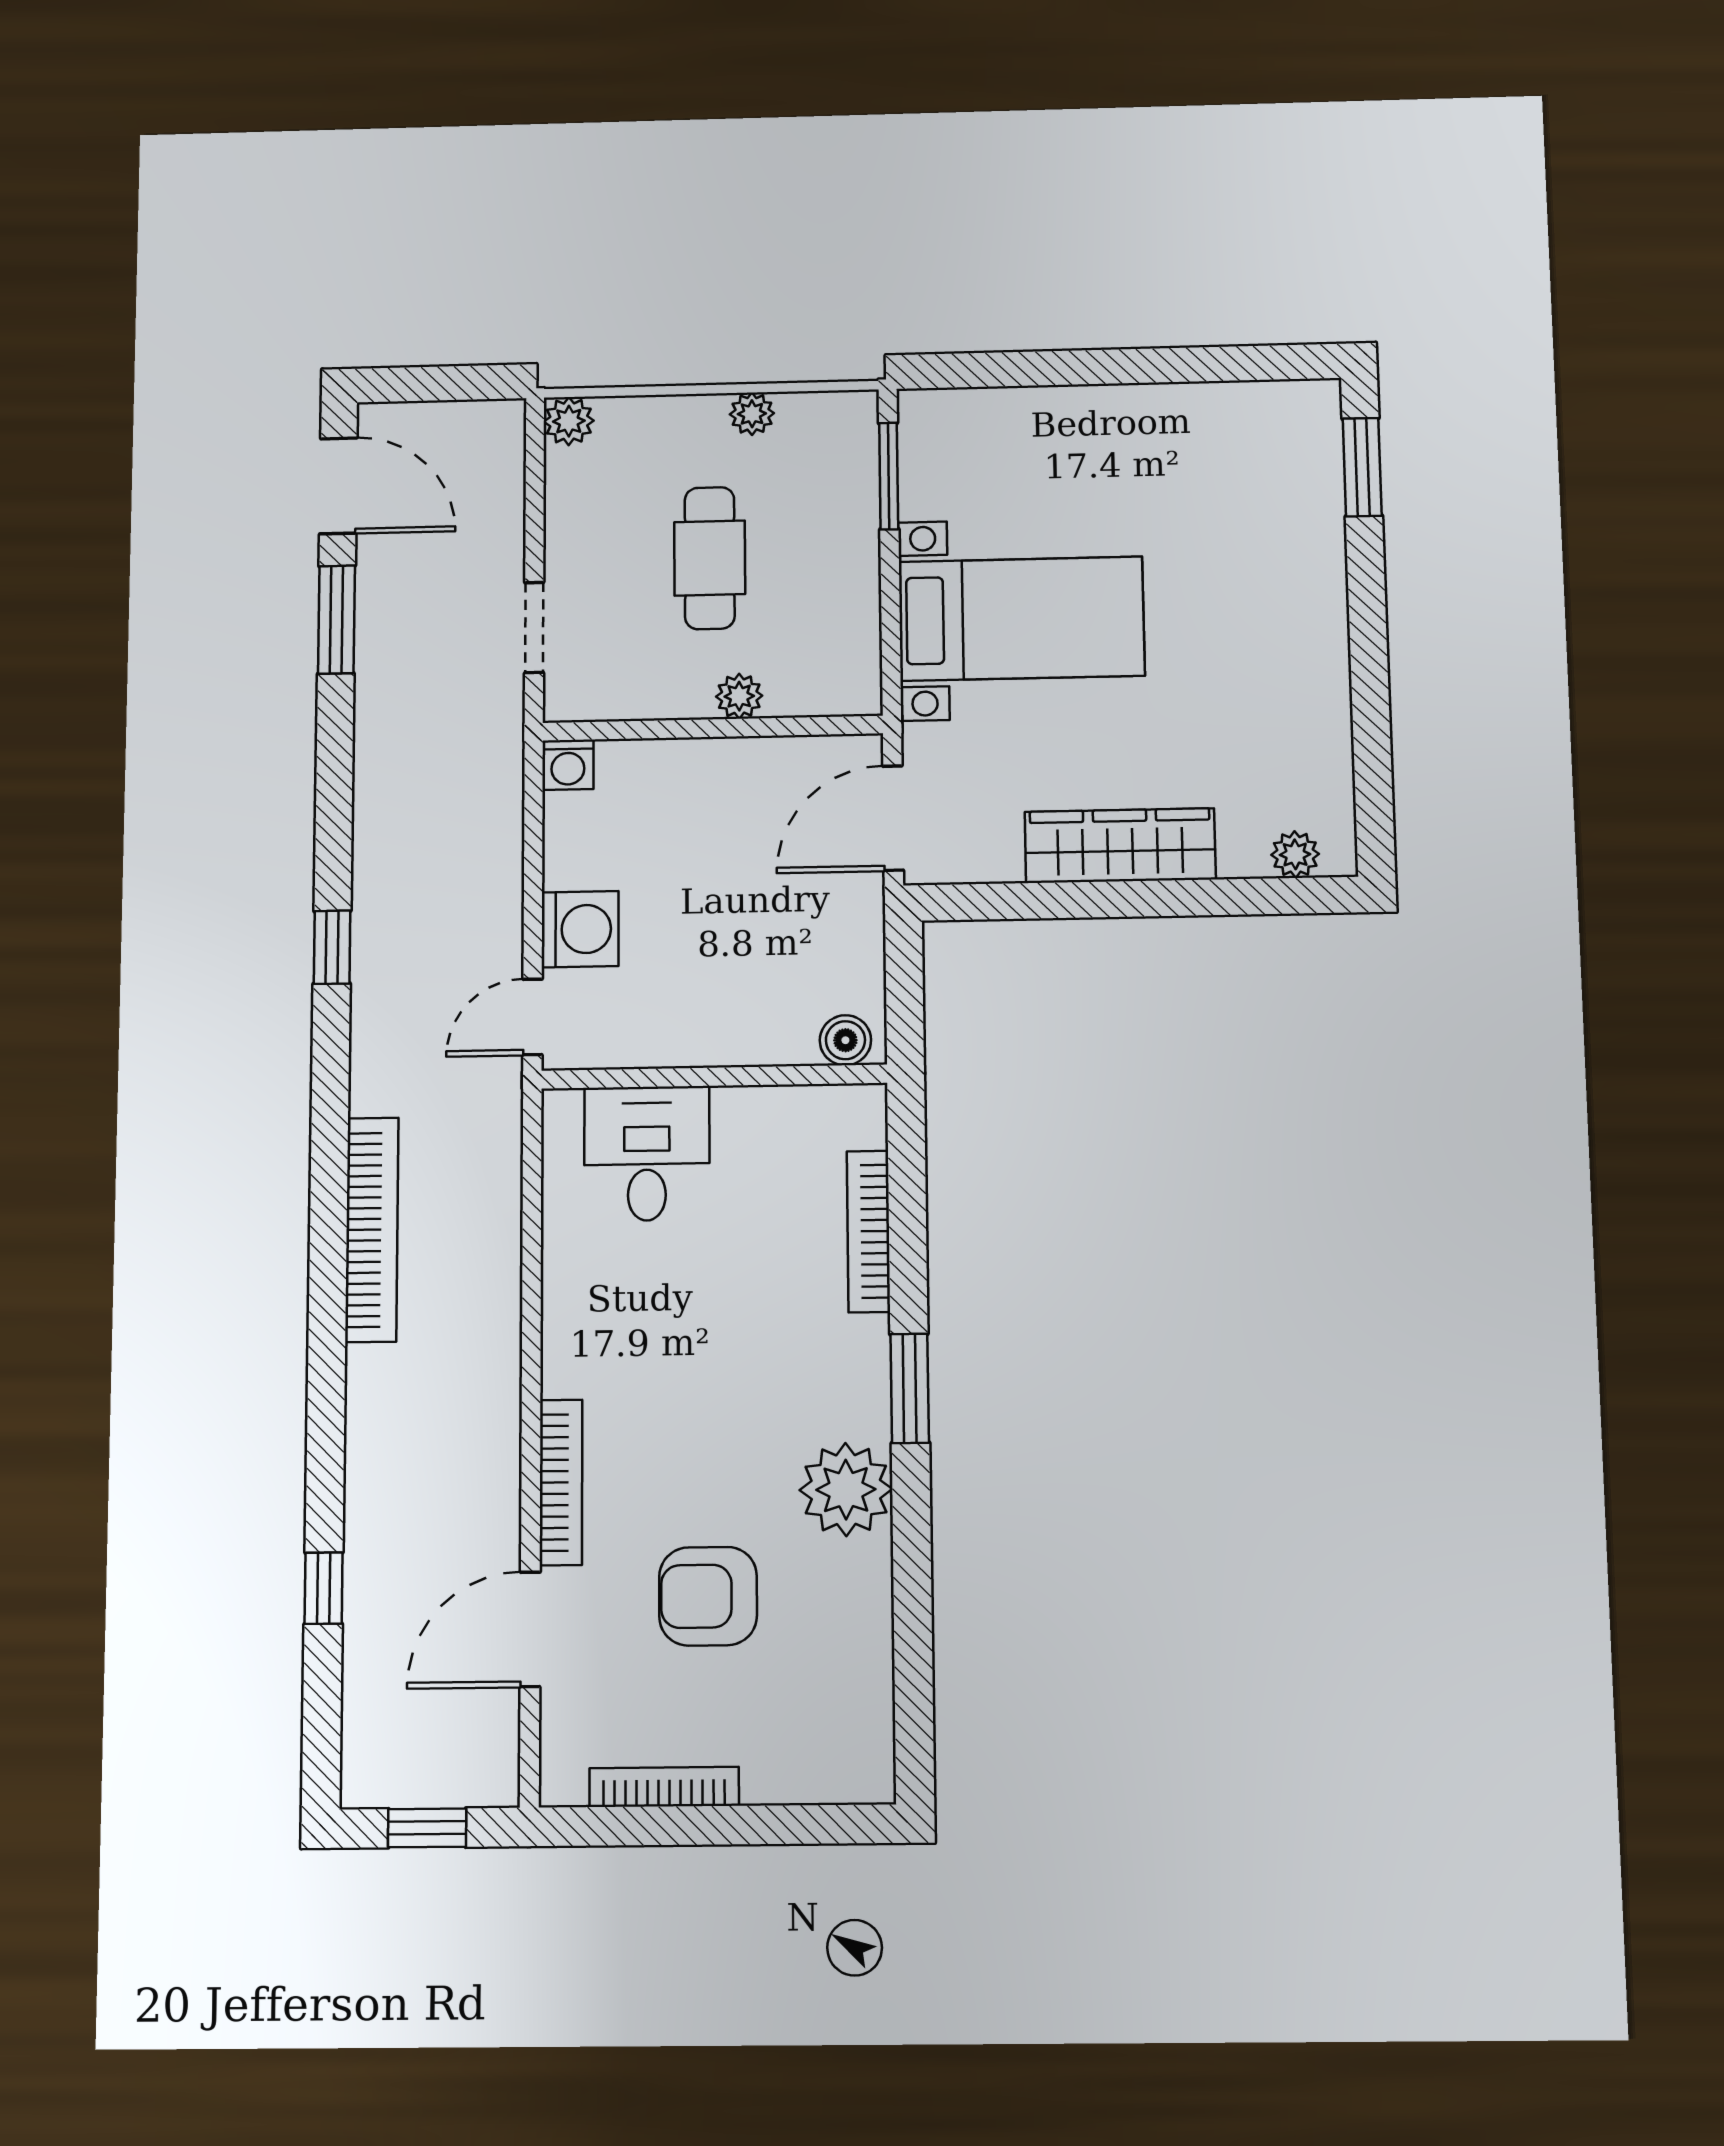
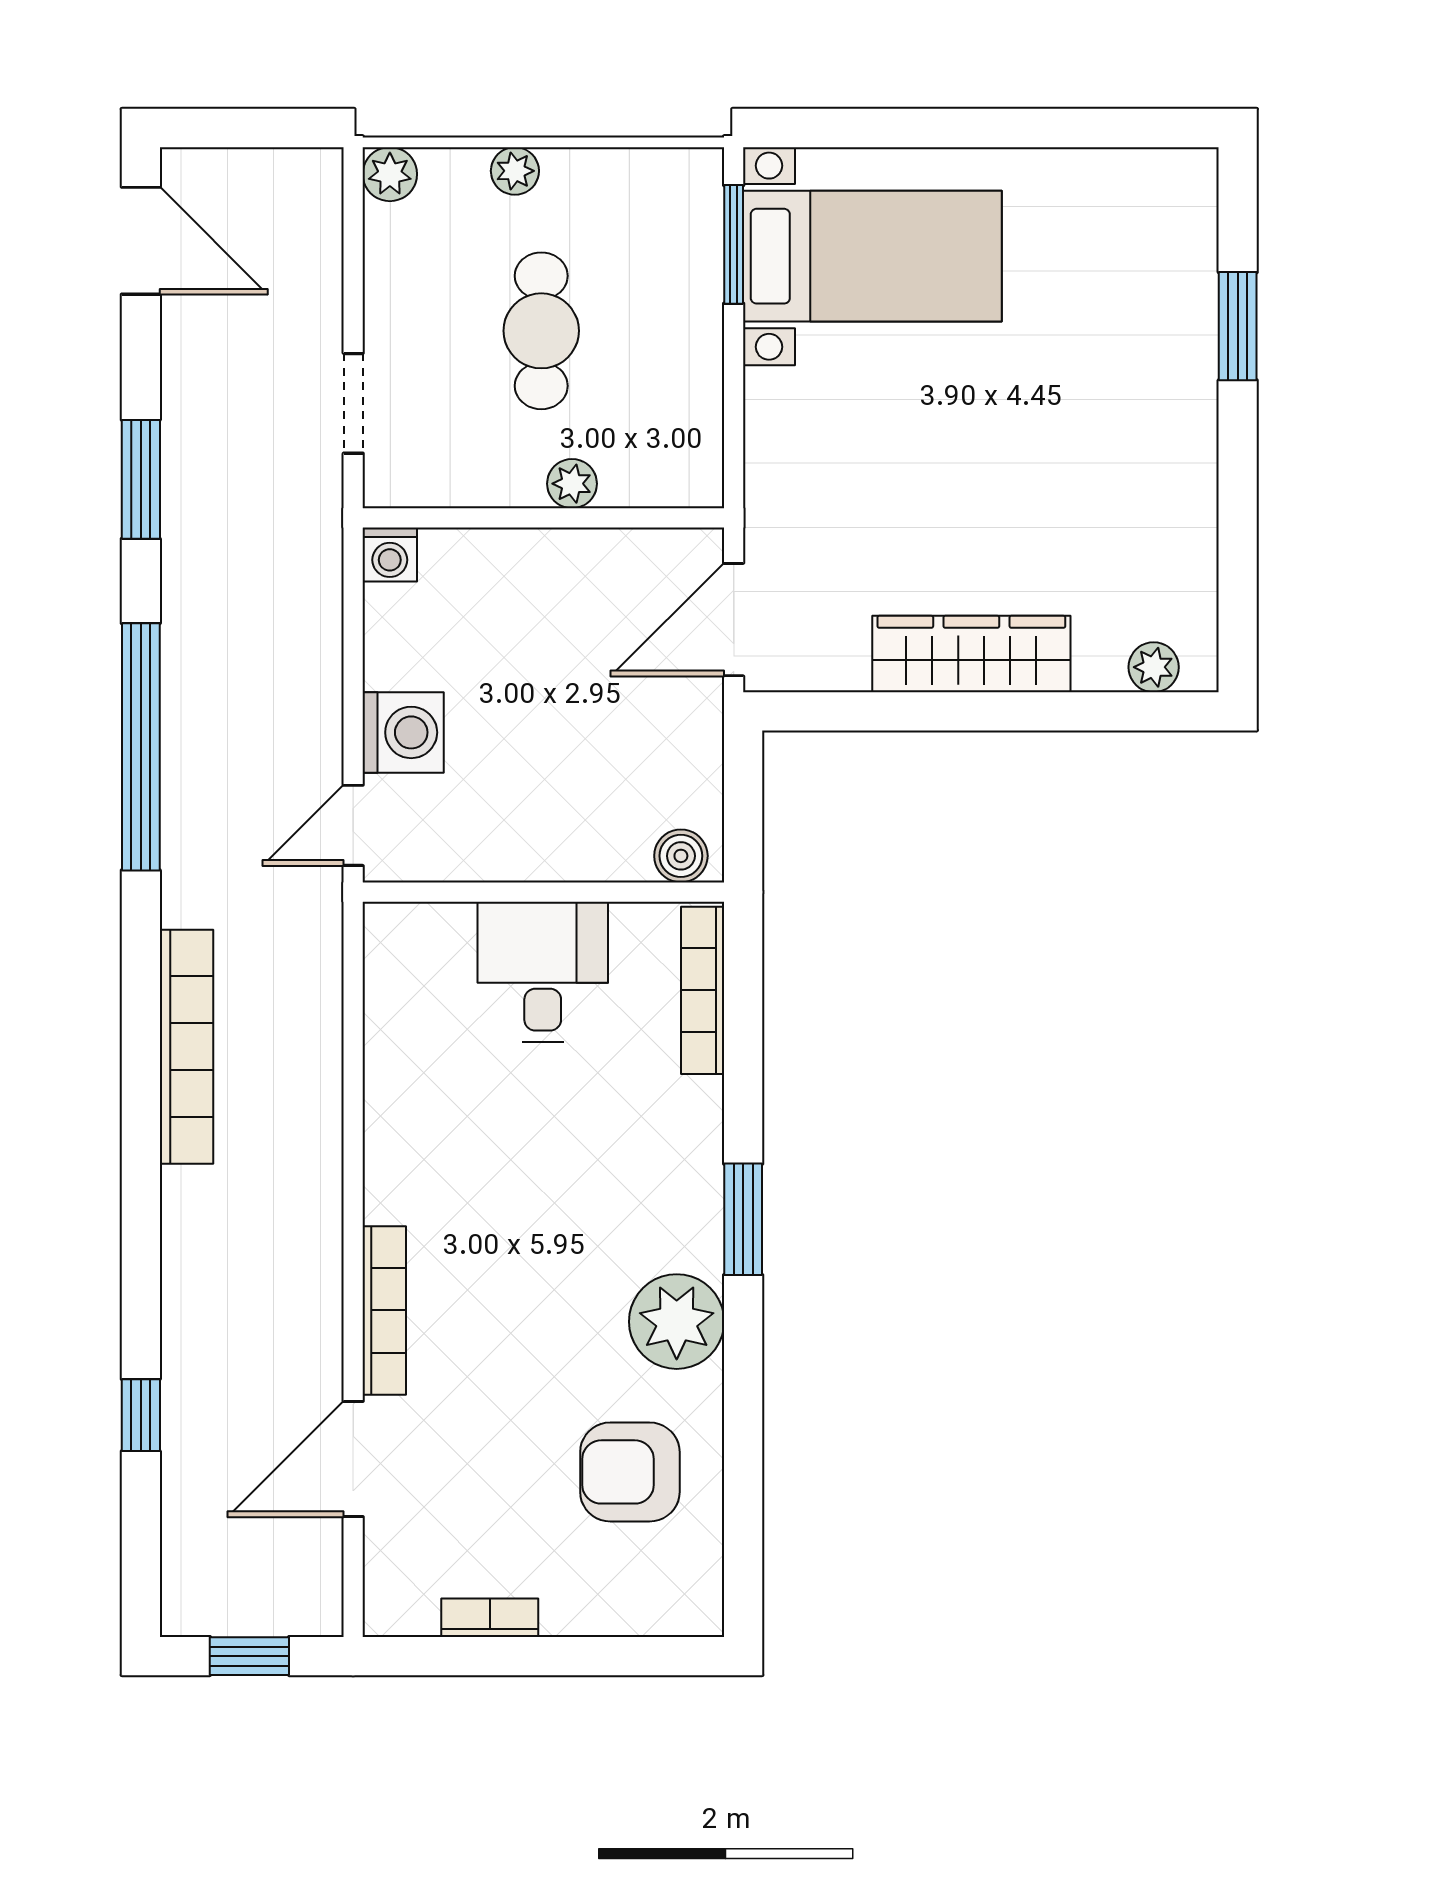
plant: (752, 414) -> (515, 171), moved
window: (1362, 467) -> (1238, 326), moved
bed with nightstands: (1021, 619) -> (872, 256), moved
window: (336, 620) -> (141, 479), moved
window: (332, 947) -> (141, 747), width x3.17
desk: (647, 1154) -> (543, 972), moved
bookcase: (868, 1231) -> (703, 990), moved
armchair: (708, 1596) -> (630, 1472), moved
bookcase: (664, 1787) -> (490, 1618), width x0.64

